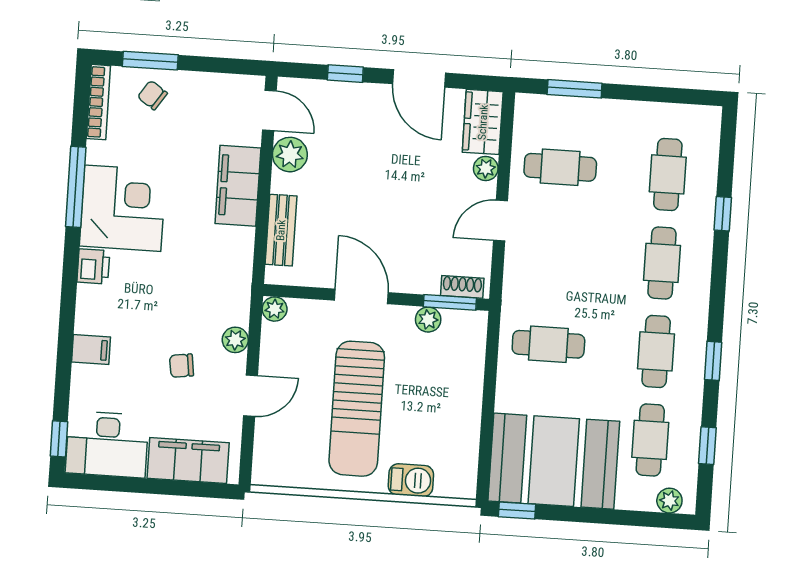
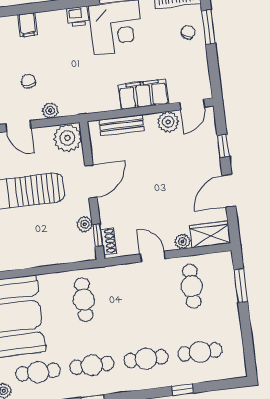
window: (450, 302) -> (98, 235), width x0.67
plant: (275, 309) -> (68, 138), width x1.88, depth x1.88

